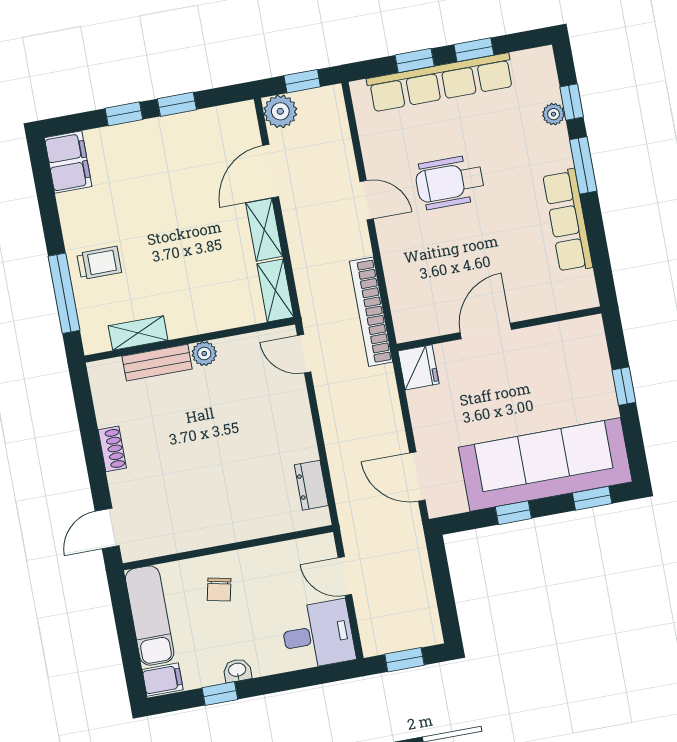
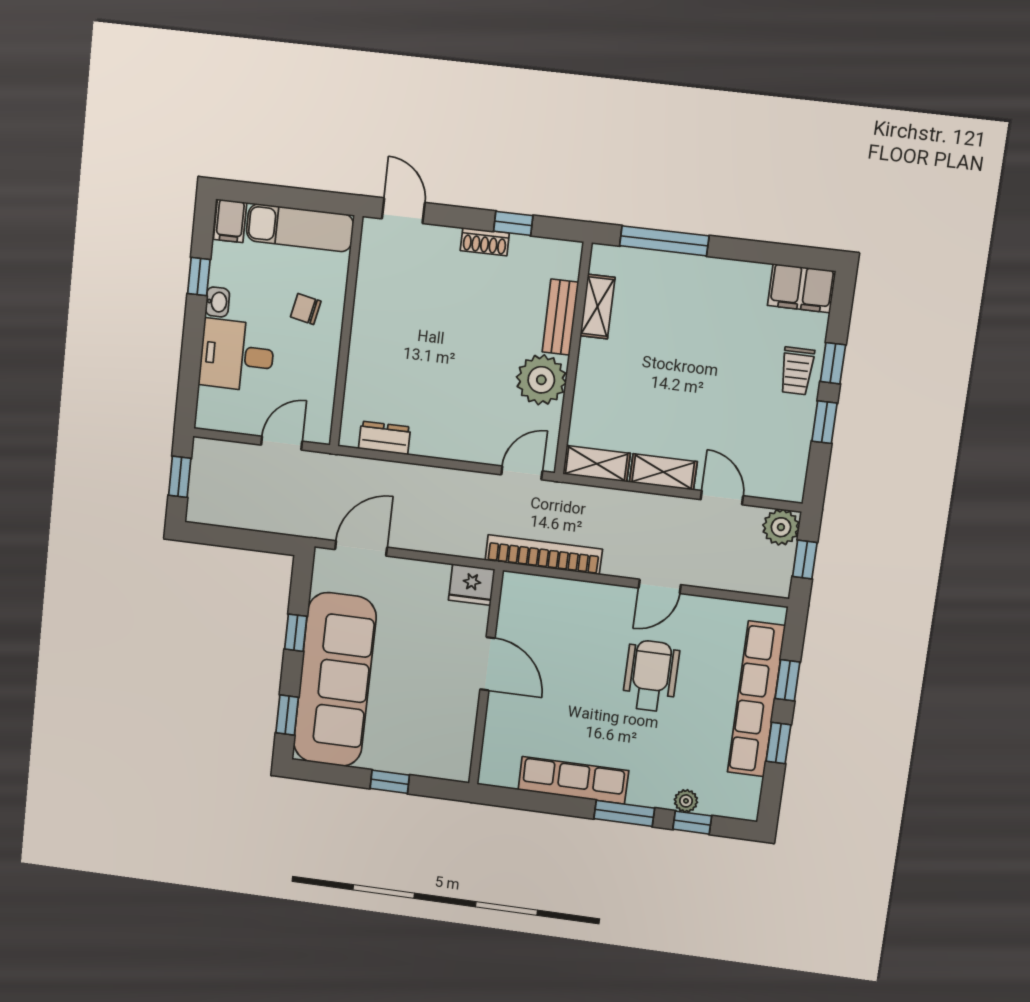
door: (271, 171) -> (722, 498), width x0.73
trolley: (99, 263) -> (797, 371), moved
plant: (204, 353) -> (541, 380), width x1.88, depth x1.88
window: (89, 429) -> (513, 223), added
desk: (318, 635) -> (237, 355), moved, turned 90

